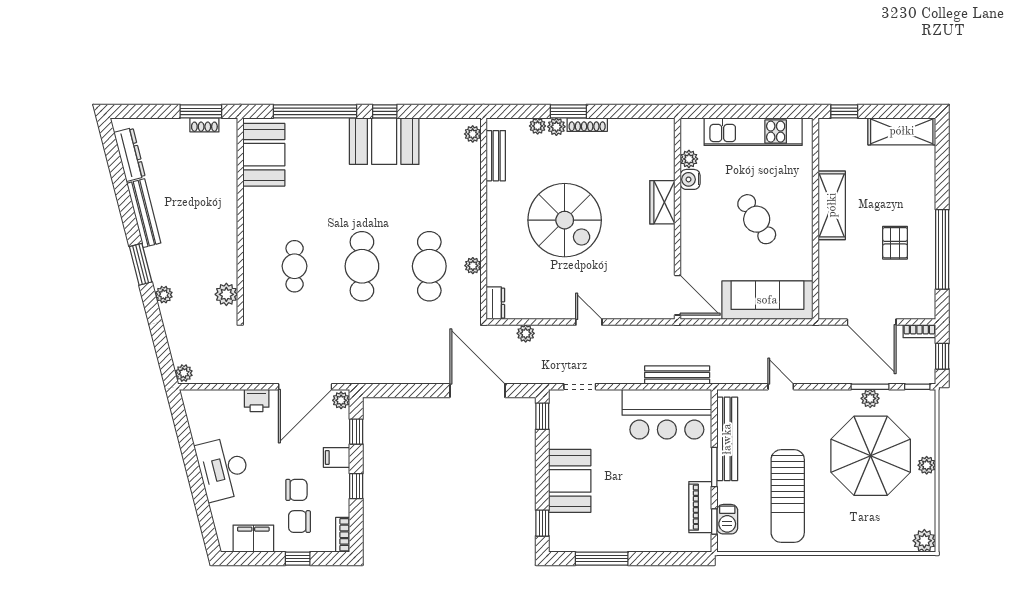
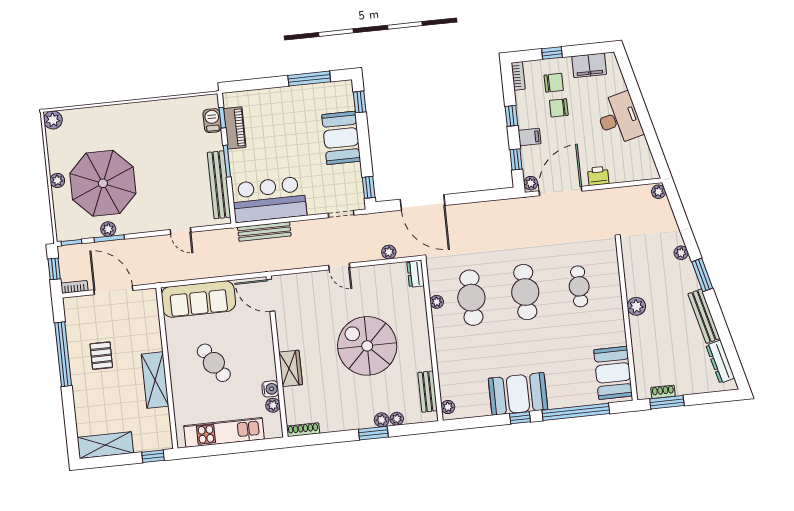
shoe rack: (587, 125) -> (303, 430), moved
plant: (226, 294) -> (636, 306), moved
sun lounger: (788, 496) -> (166, 144), removed

